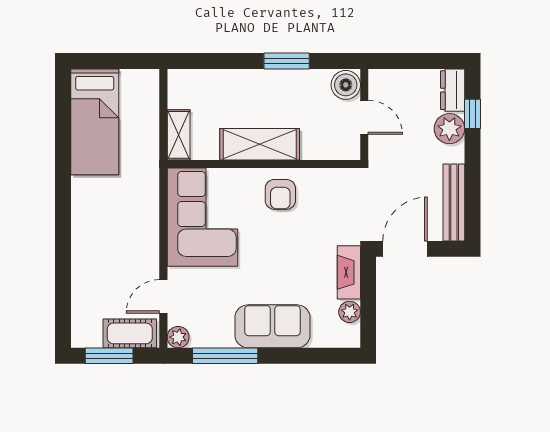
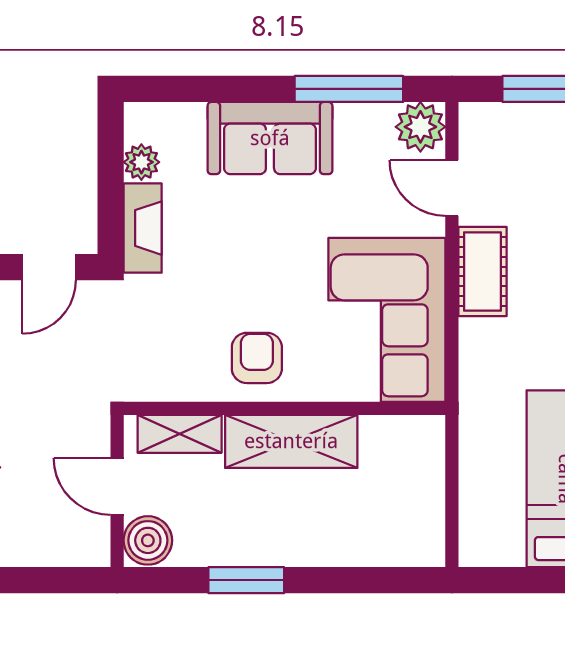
shelving: (179, 135) -> (180, 434), moved, turned 90
door: (405, 249) -> (49, 267), width x0.73
door: (163, 296) -> (452, 188), swing flipped
cot: (130, 333) -> (483, 271), moved, turned 90
plant: (178, 337) -> (420, 127), width x1.38, depth x1.38

